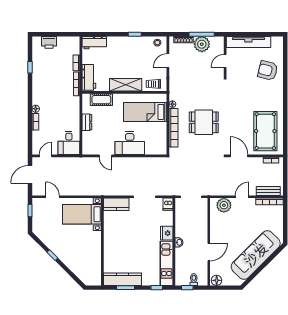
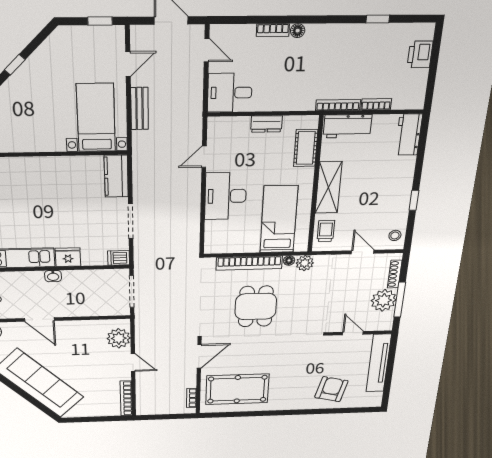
plant: (174, 95) -> (305, 263), added
bench: (268, 191) -> (140, 109), moved

